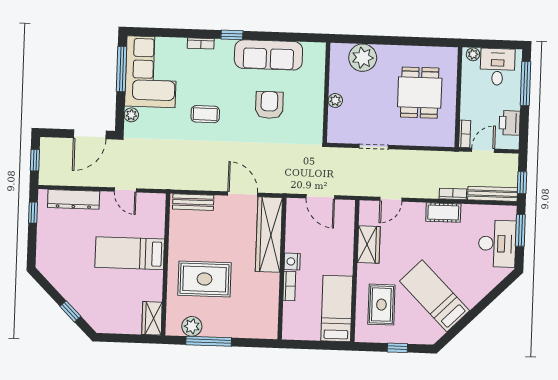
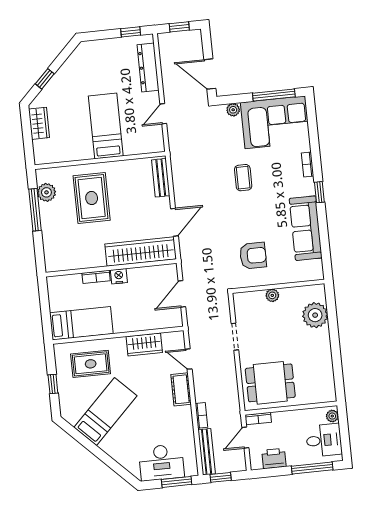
dining table: (420, 93) -> (270, 383), moved
armchair: (269, 105) -> (253, 256), moved
door: (483, 150) -> (245, 438), swing flipped
cot: (443, 213) -> (181, 389), moved
wardrobe: (152, 318) -> (39, 123), moved, turned 90

